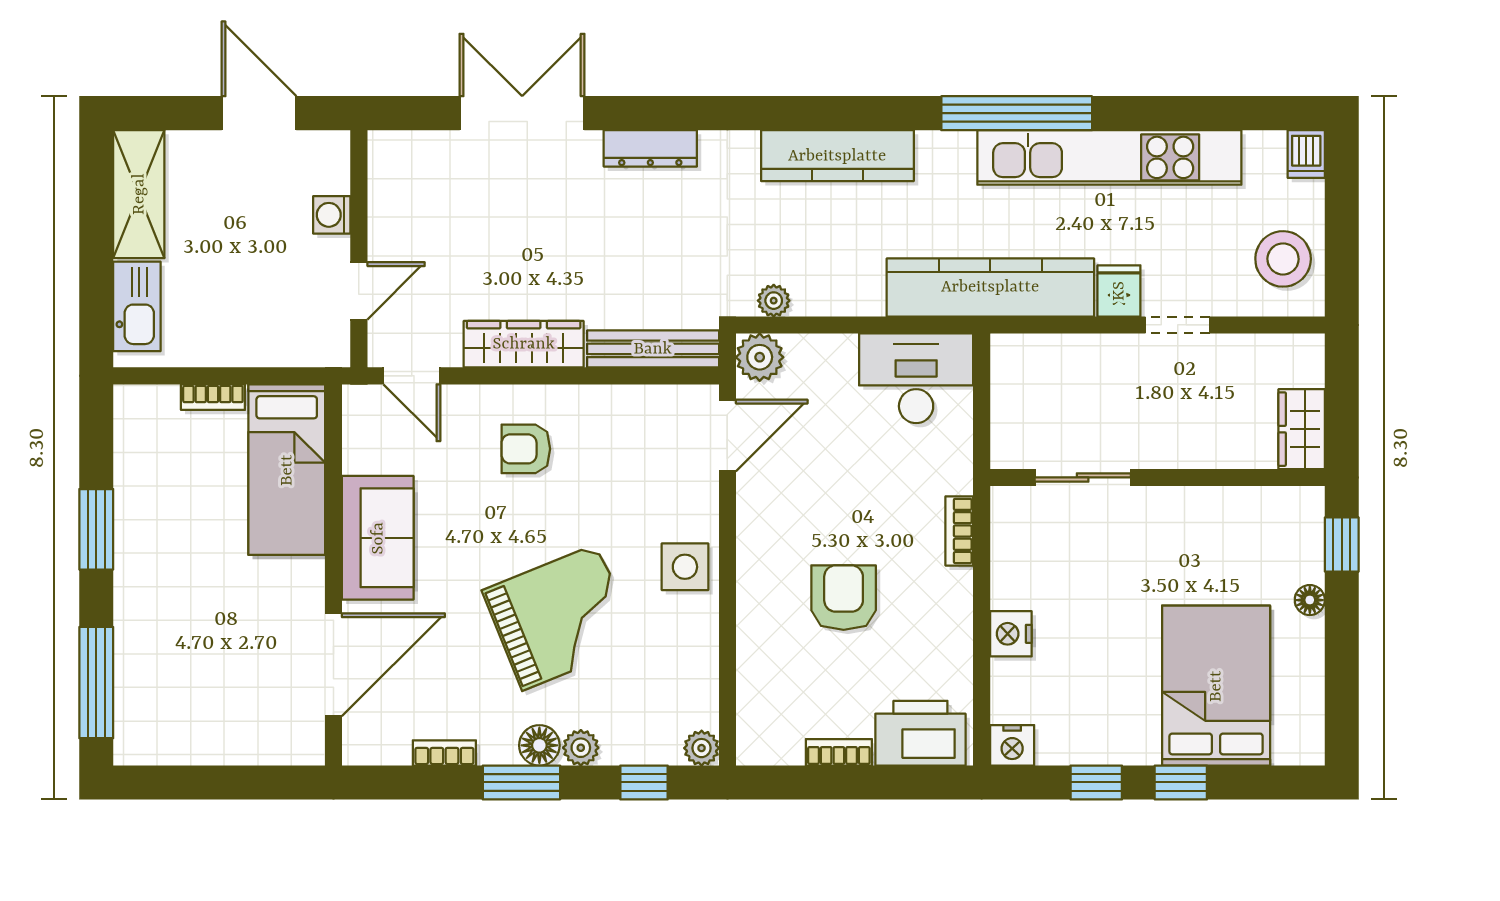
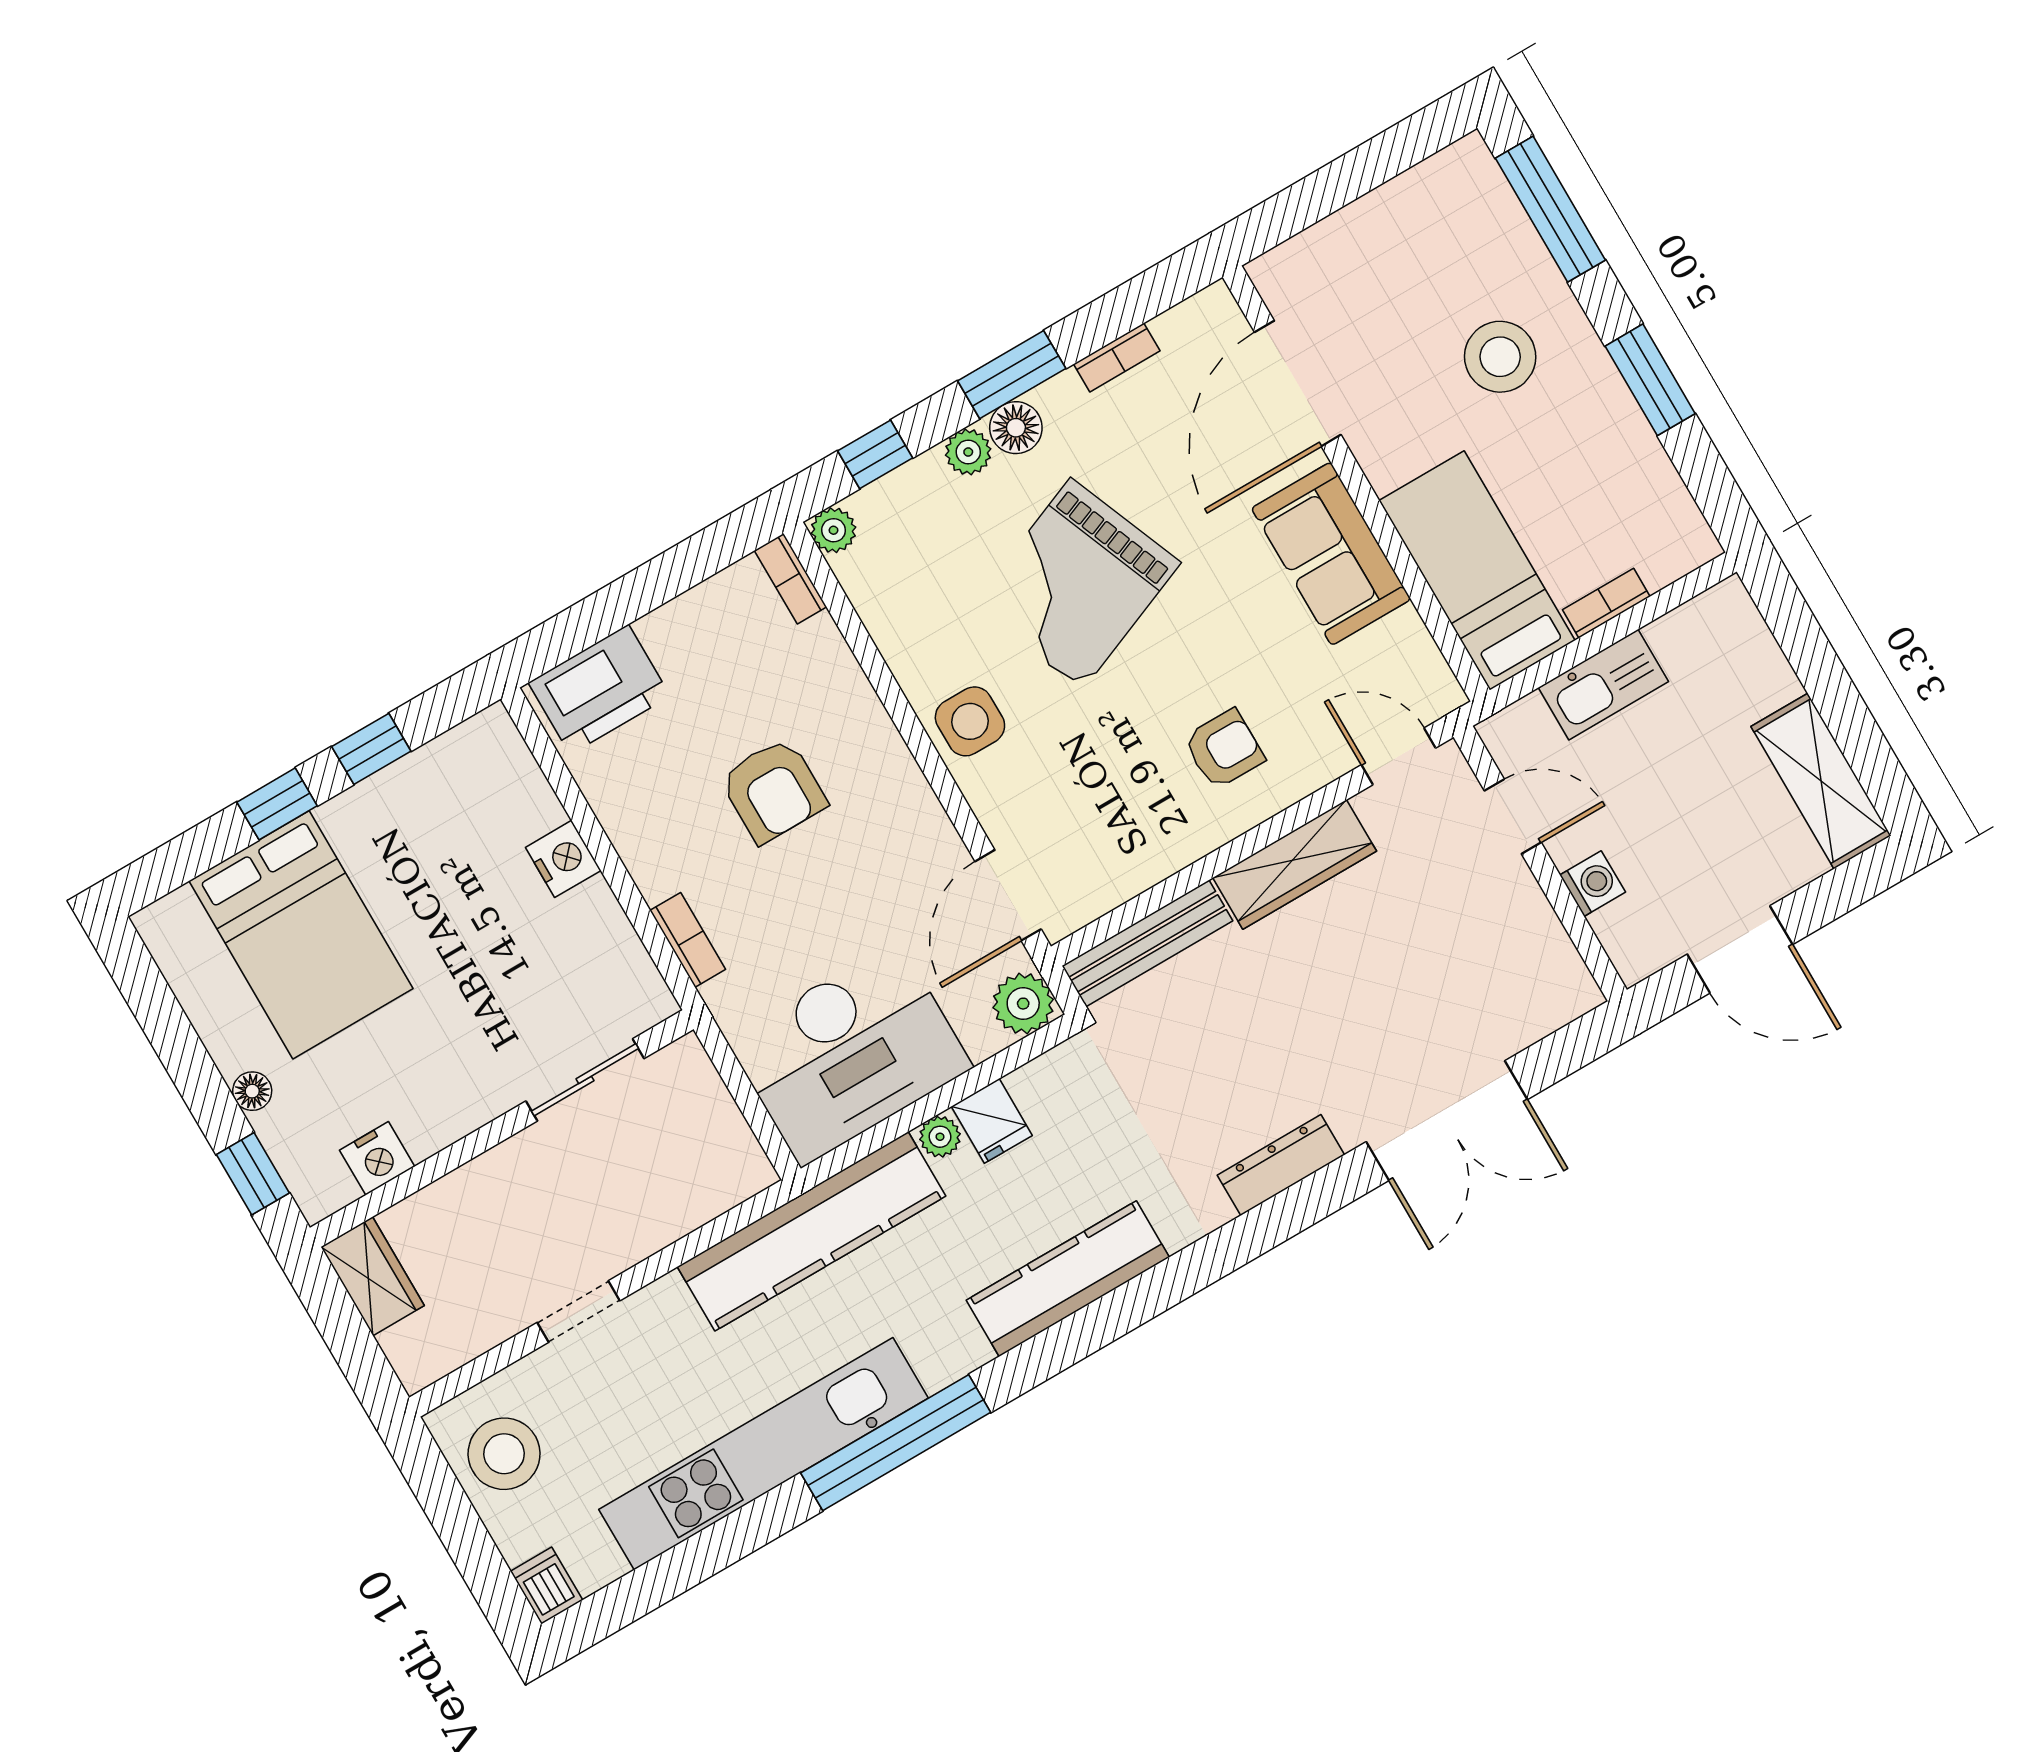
door: (359, 291) -> (1513, 817), swing flipped
fridge: (1119, 291) -> (992, 1121), moved
plant: (774, 301) -> (940, 1137), moved
kitchen sink: (137, 306) -> (1603, 685), moved, turned -90
desk: (916, 378) -> (850, 1053), width x1.36, depth x1.30
stool: (188, 603) -> (1500, 357), added
nightstand: (1012, 745) -> (377, 1158), moved, turned 180
bookcase: (839, 752) -> (791, 579), moved, turned 90

